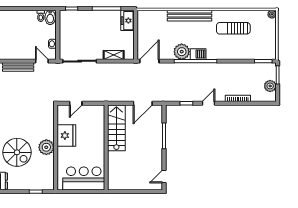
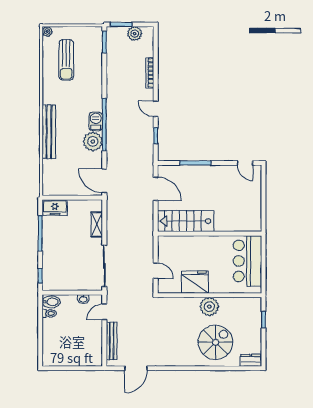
sun lounger: (233, 28) -> (66, 60), moved

